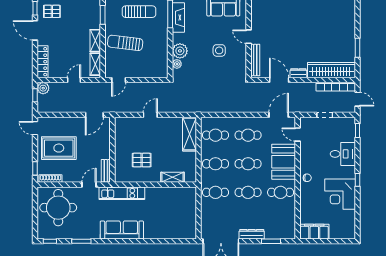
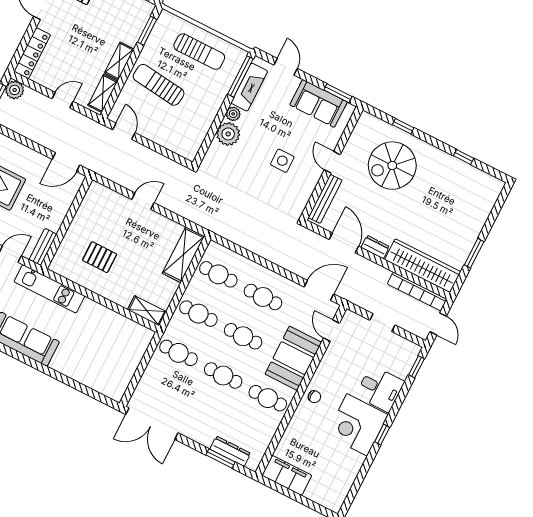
spiral stairs: (284, 21) -> (392, 166), added
plant: (177, 64) -> (233, 114), moved
door: (119, 80) -> (124, 131), swing flipped
shelving: (173, 177) -> (147, 311), moved
corner desk: (340, 194) -> (357, 425), moved
dresser: (252, 234) -> (230, 451), moved

